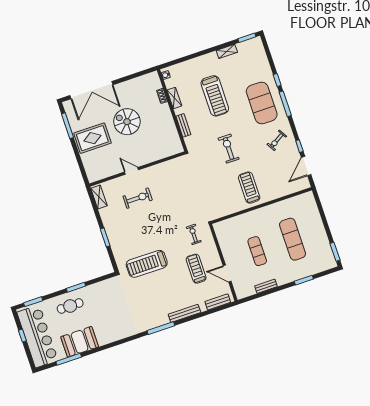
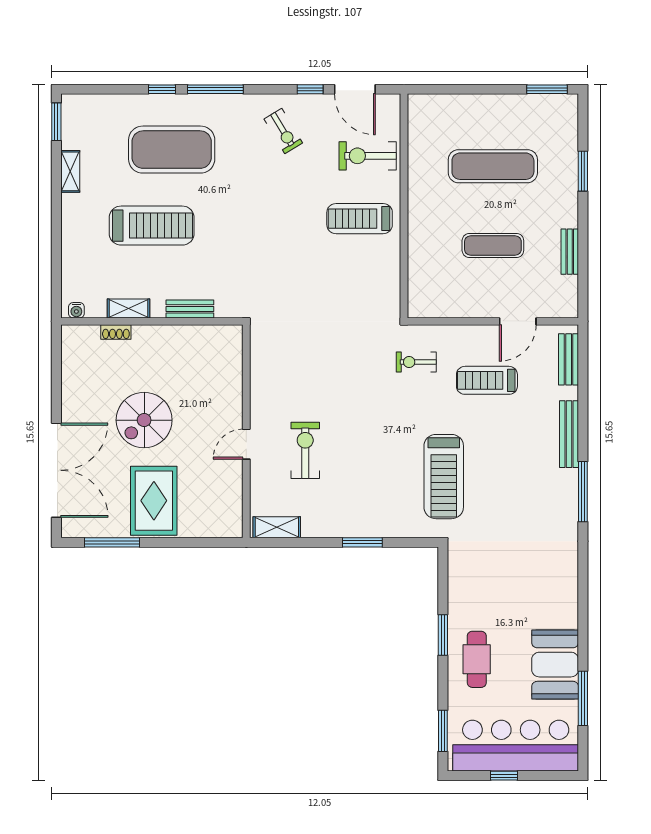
exercise mat: (262, 103) -> (172, 150), moved
exercise bike: (229, 149) -> (368, 156), moved

